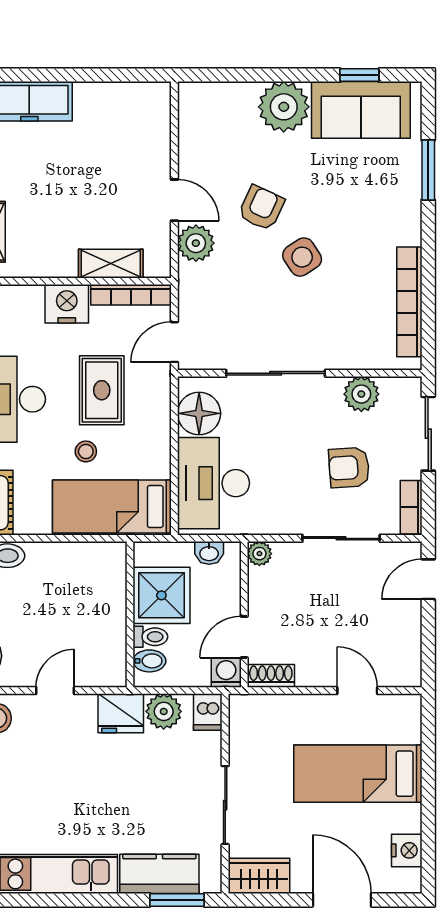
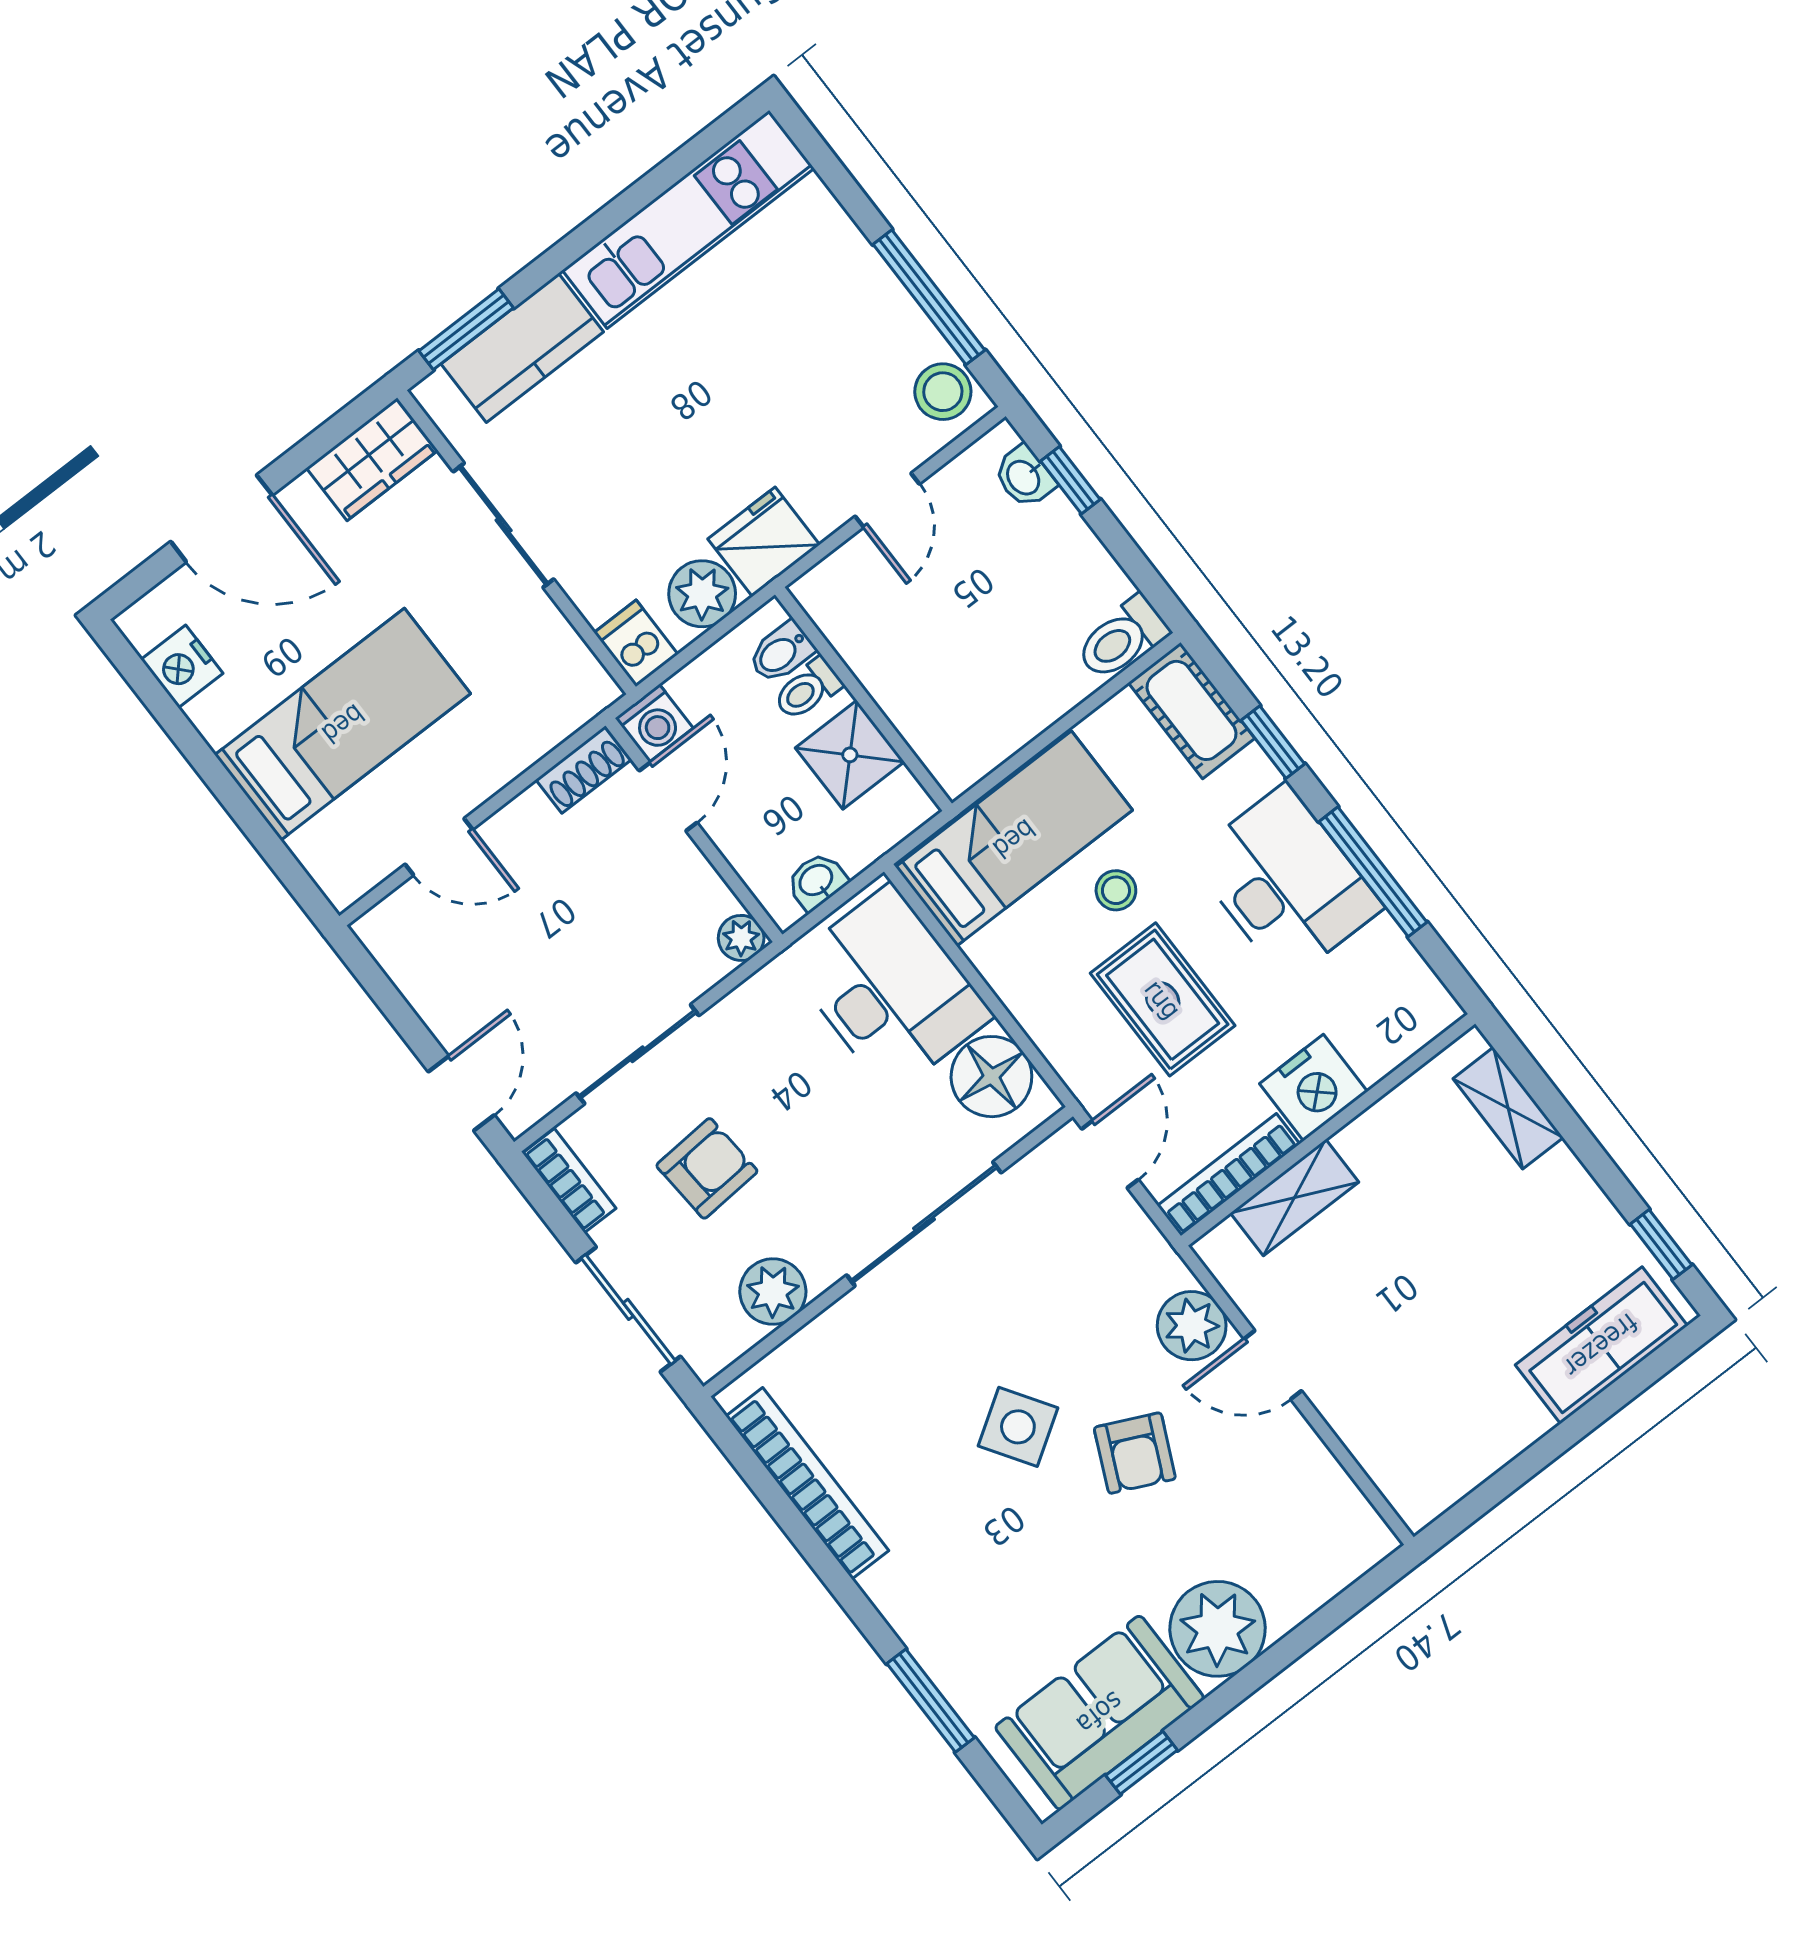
shower: (161, 595) -> (850, 755), width x0.73, depth x0.73

